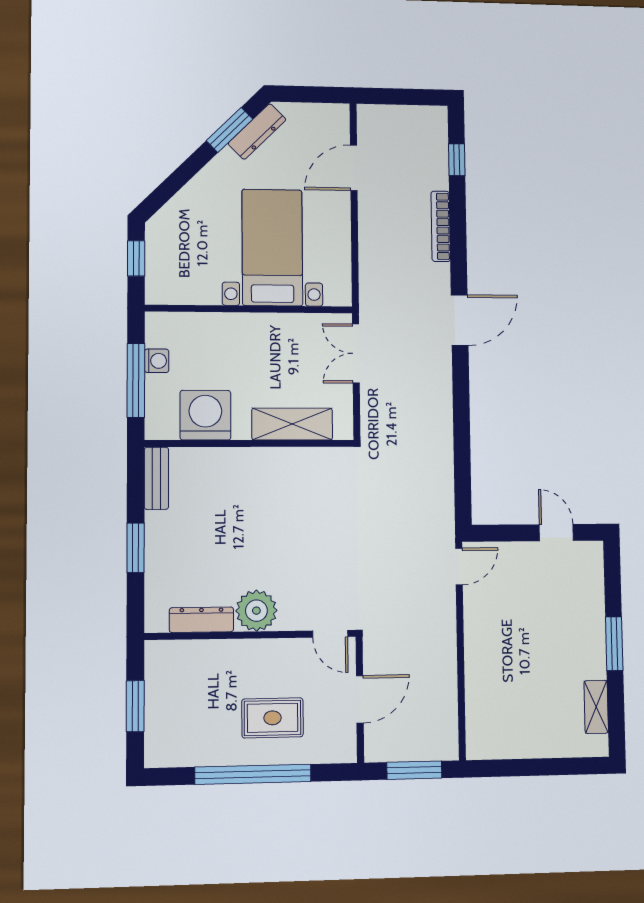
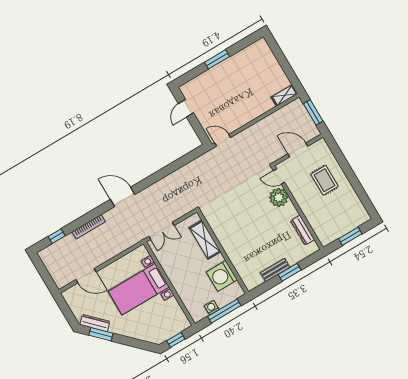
bench: (156, 478) -> (275, 270), moved
plant: (256, 611) -> (279, 197), moved
door: (330, 634) -> (279, 176), swing flipped
shelving: (596, 707) -> (284, 95), moved
window: (253, 774) -> (350, 175), removed

